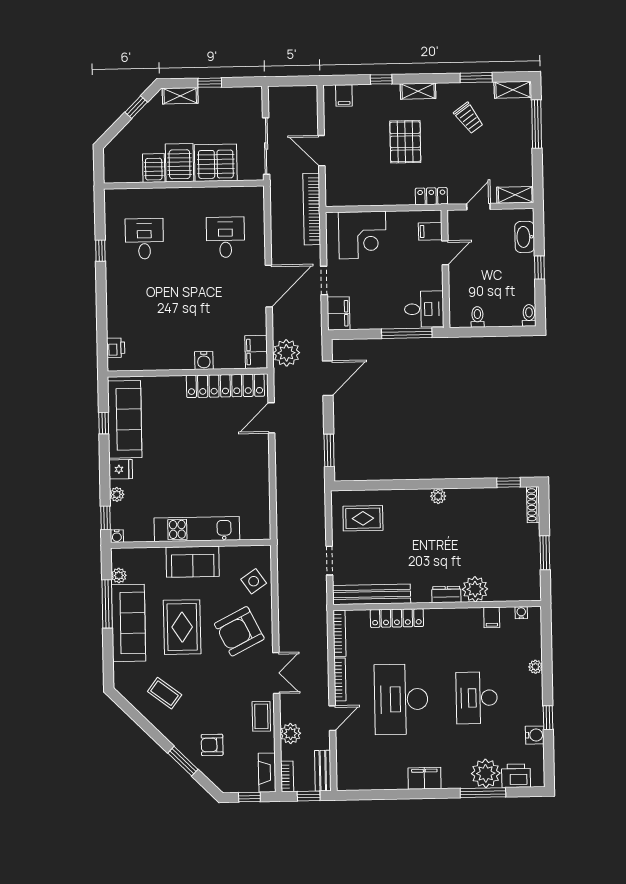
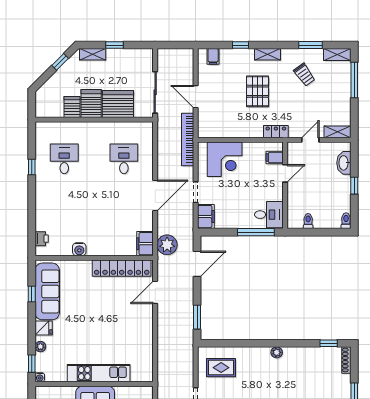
water cooler: (204, 360) -> (79, 249), moved

